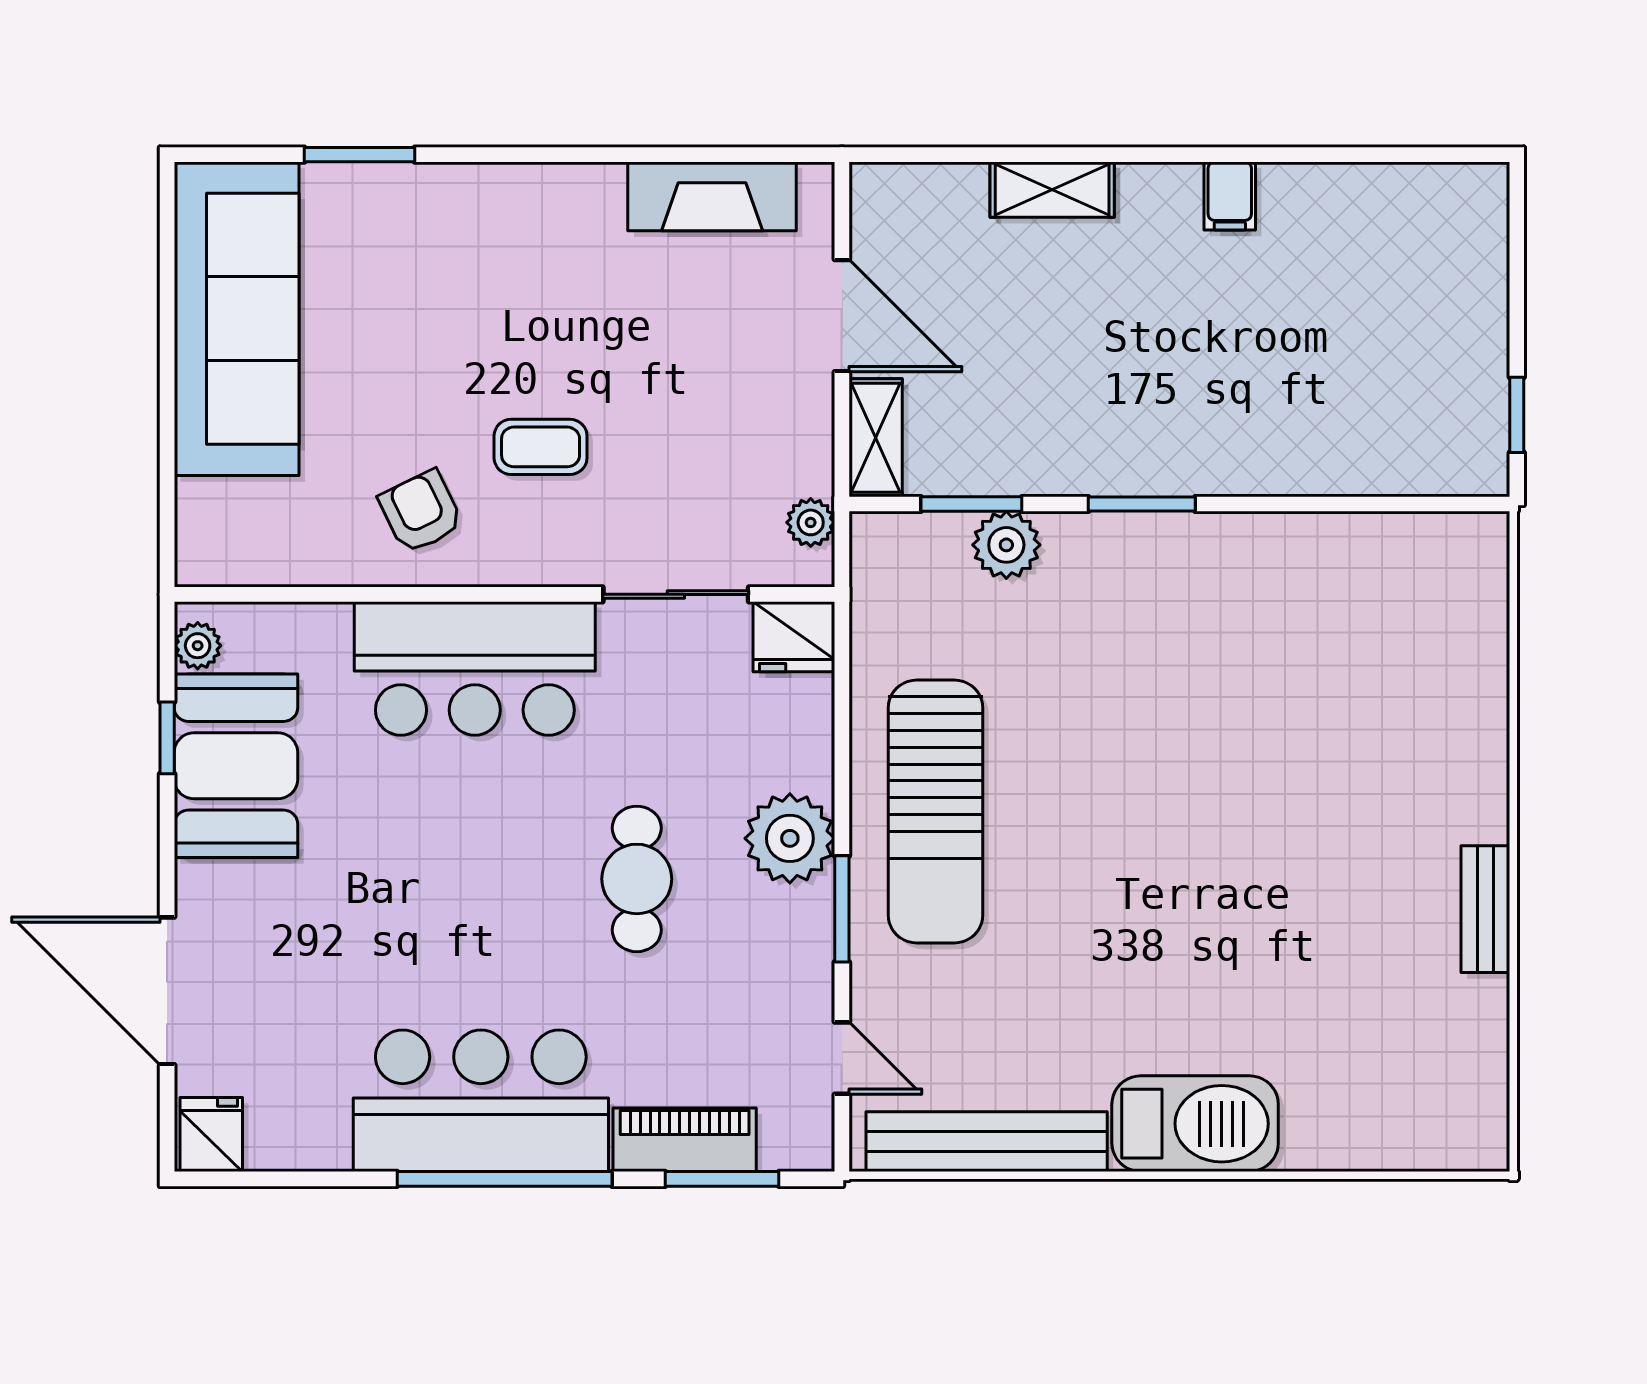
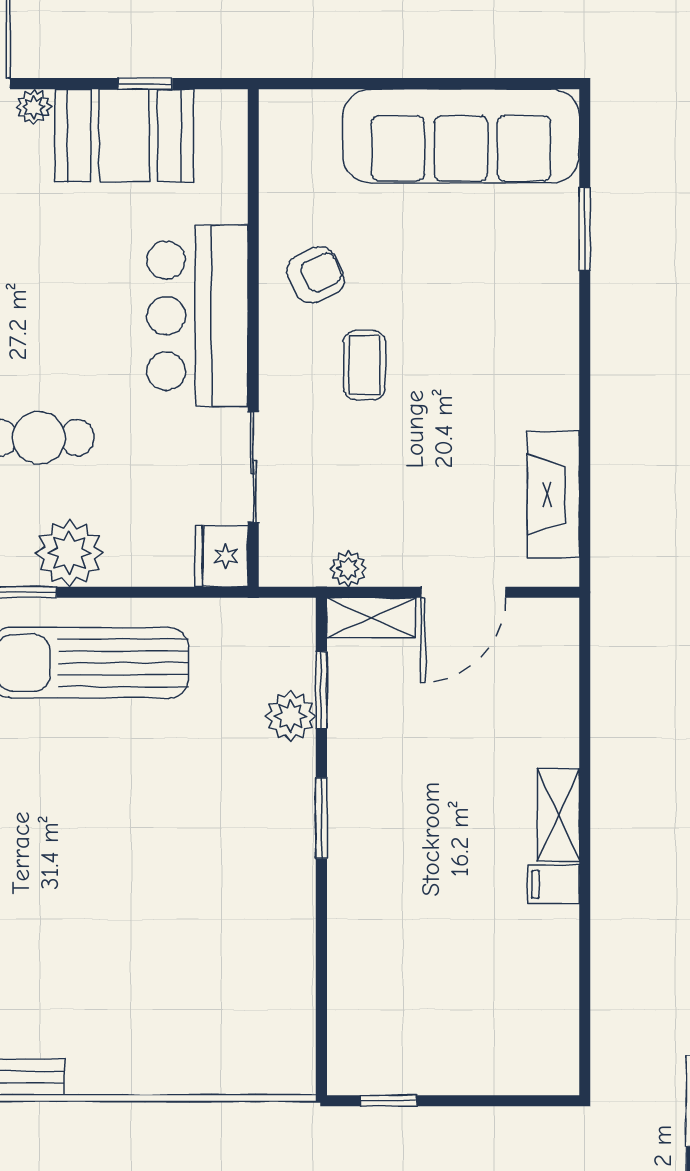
shelving: (1052, 190) -> (558, 815), moved
plant: (811, 522) -> (348, 569), moved
plant: (198, 646) -> (34, 107), moved

